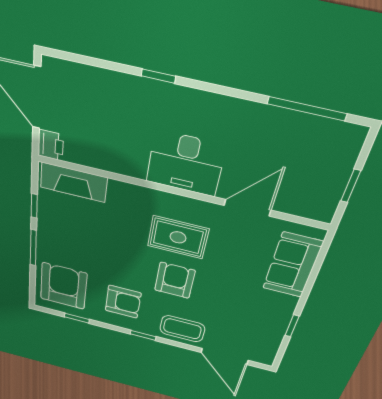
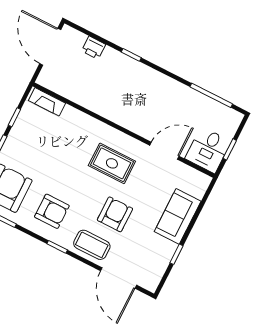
printer: (51, 145) -> (94, 48), moved, turned 90
desk: (185, 164) -> (208, 150), moved, width x0.73
fireplace: (74, 182) -> (47, 102), width x0.73, depth x0.76
sofa: (292, 265) -> (178, 216), moved
armchair: (175, 280) -> (115, 214), moved

